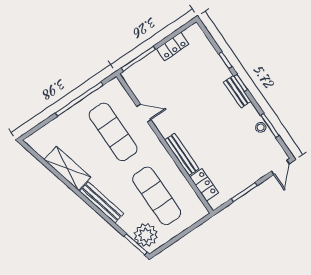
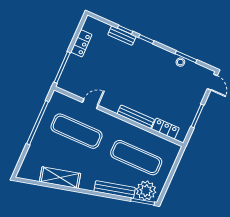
bench: (237, 92) -> (122, 36), moved
bench: (102, 202) -> (115, 189), moved

